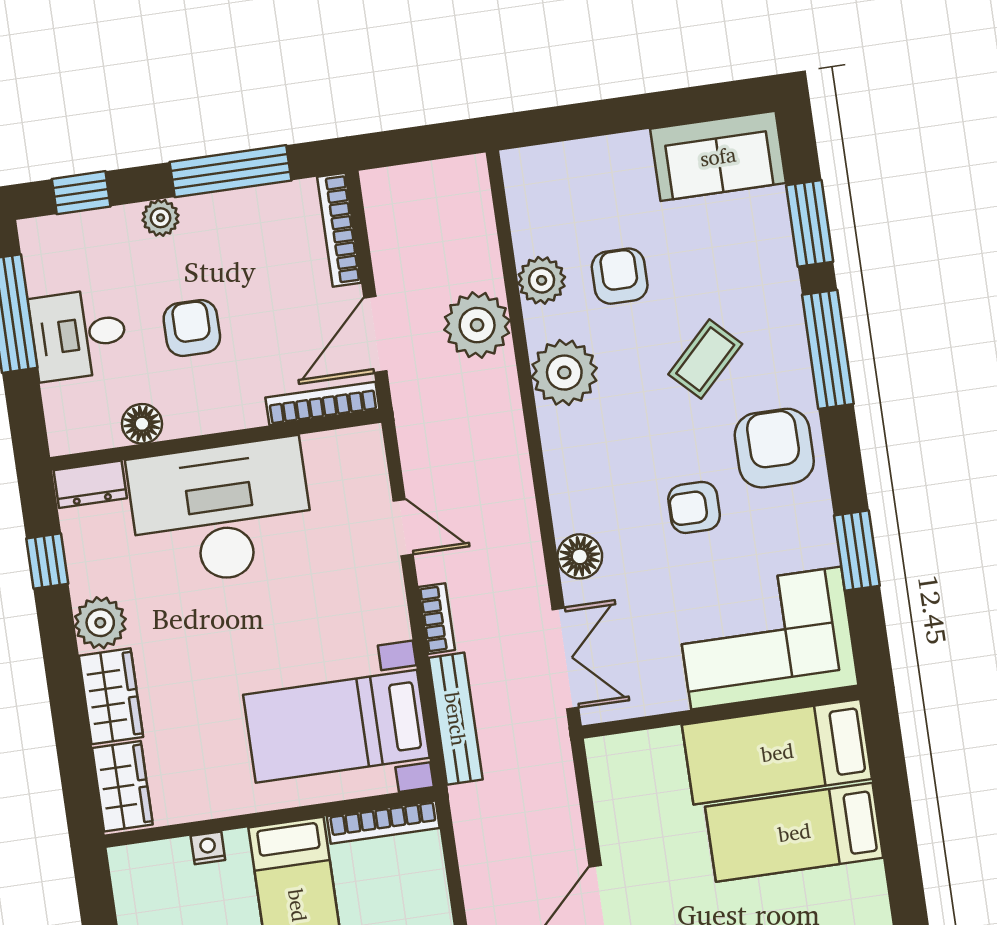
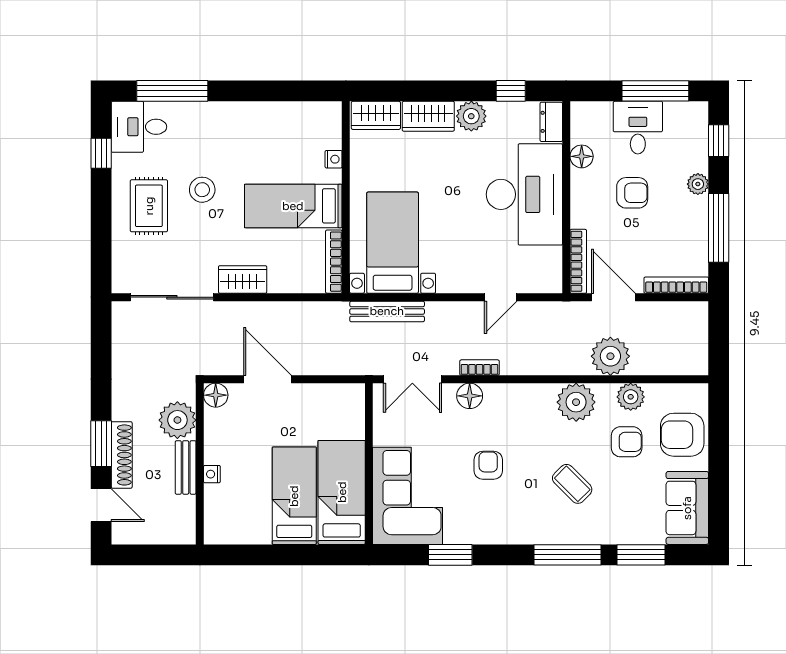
armchair: (774, 448) -> (682, 435), moved, turned 180
bookcase: (437, 619) -> (479, 368), moved, turned 180

